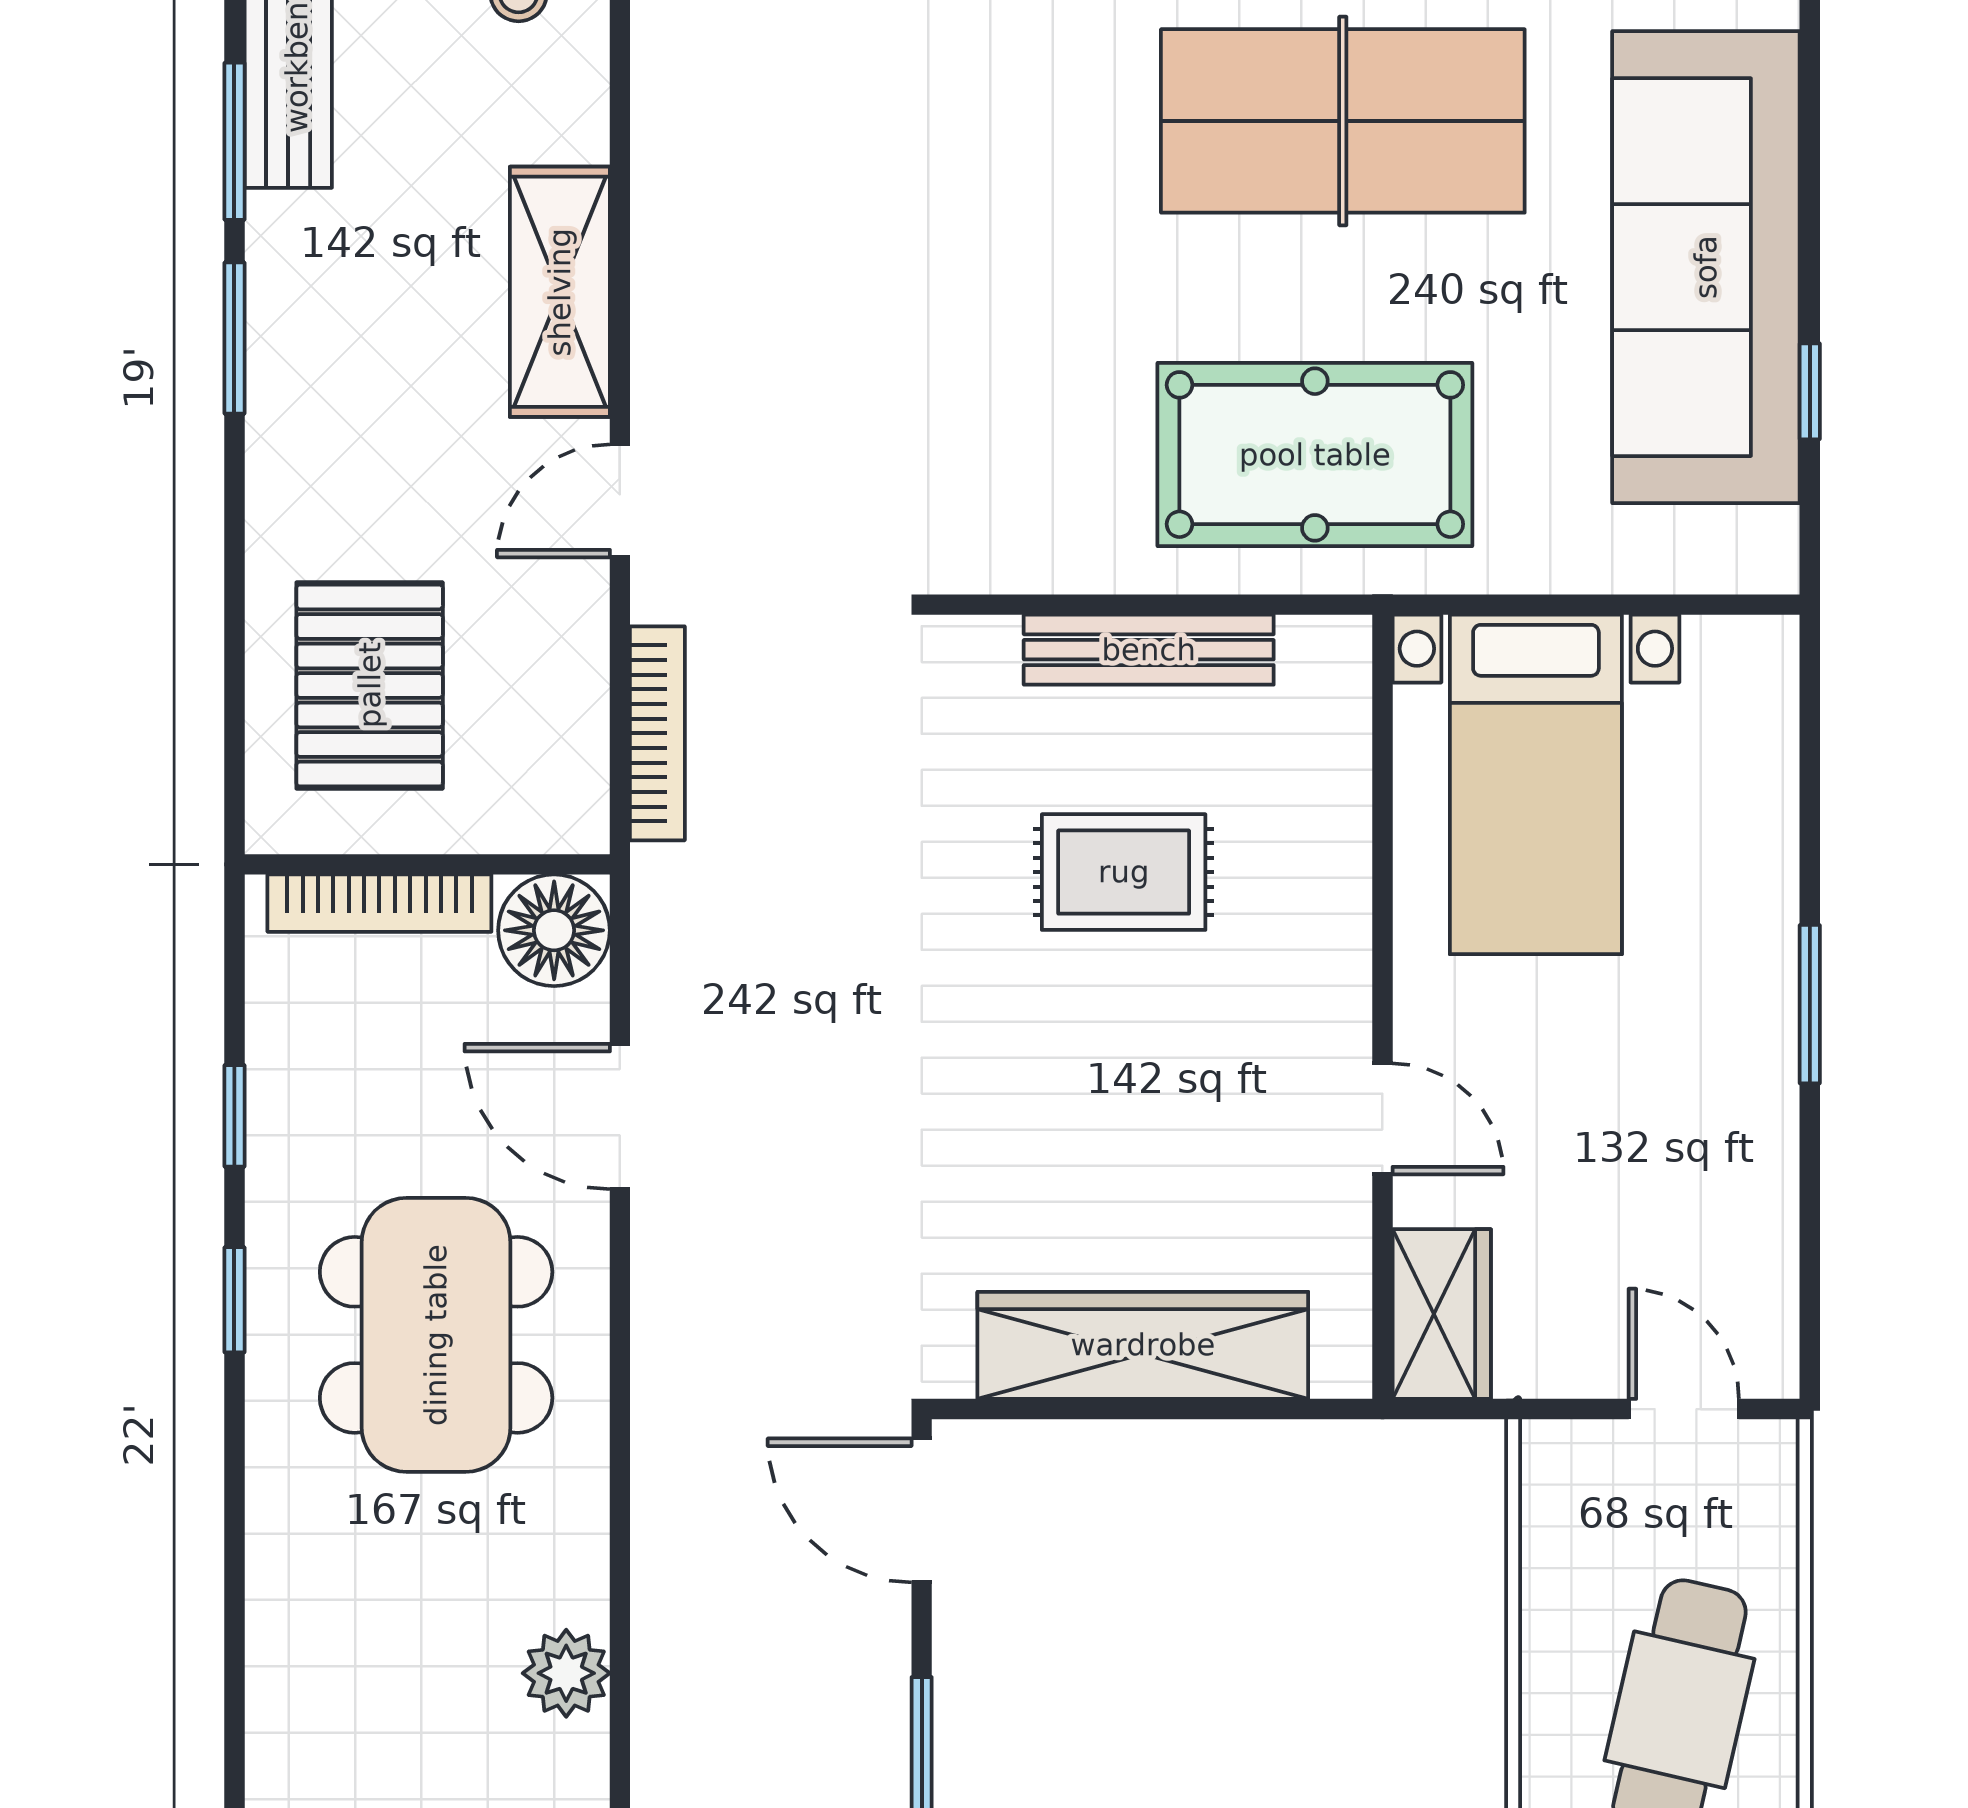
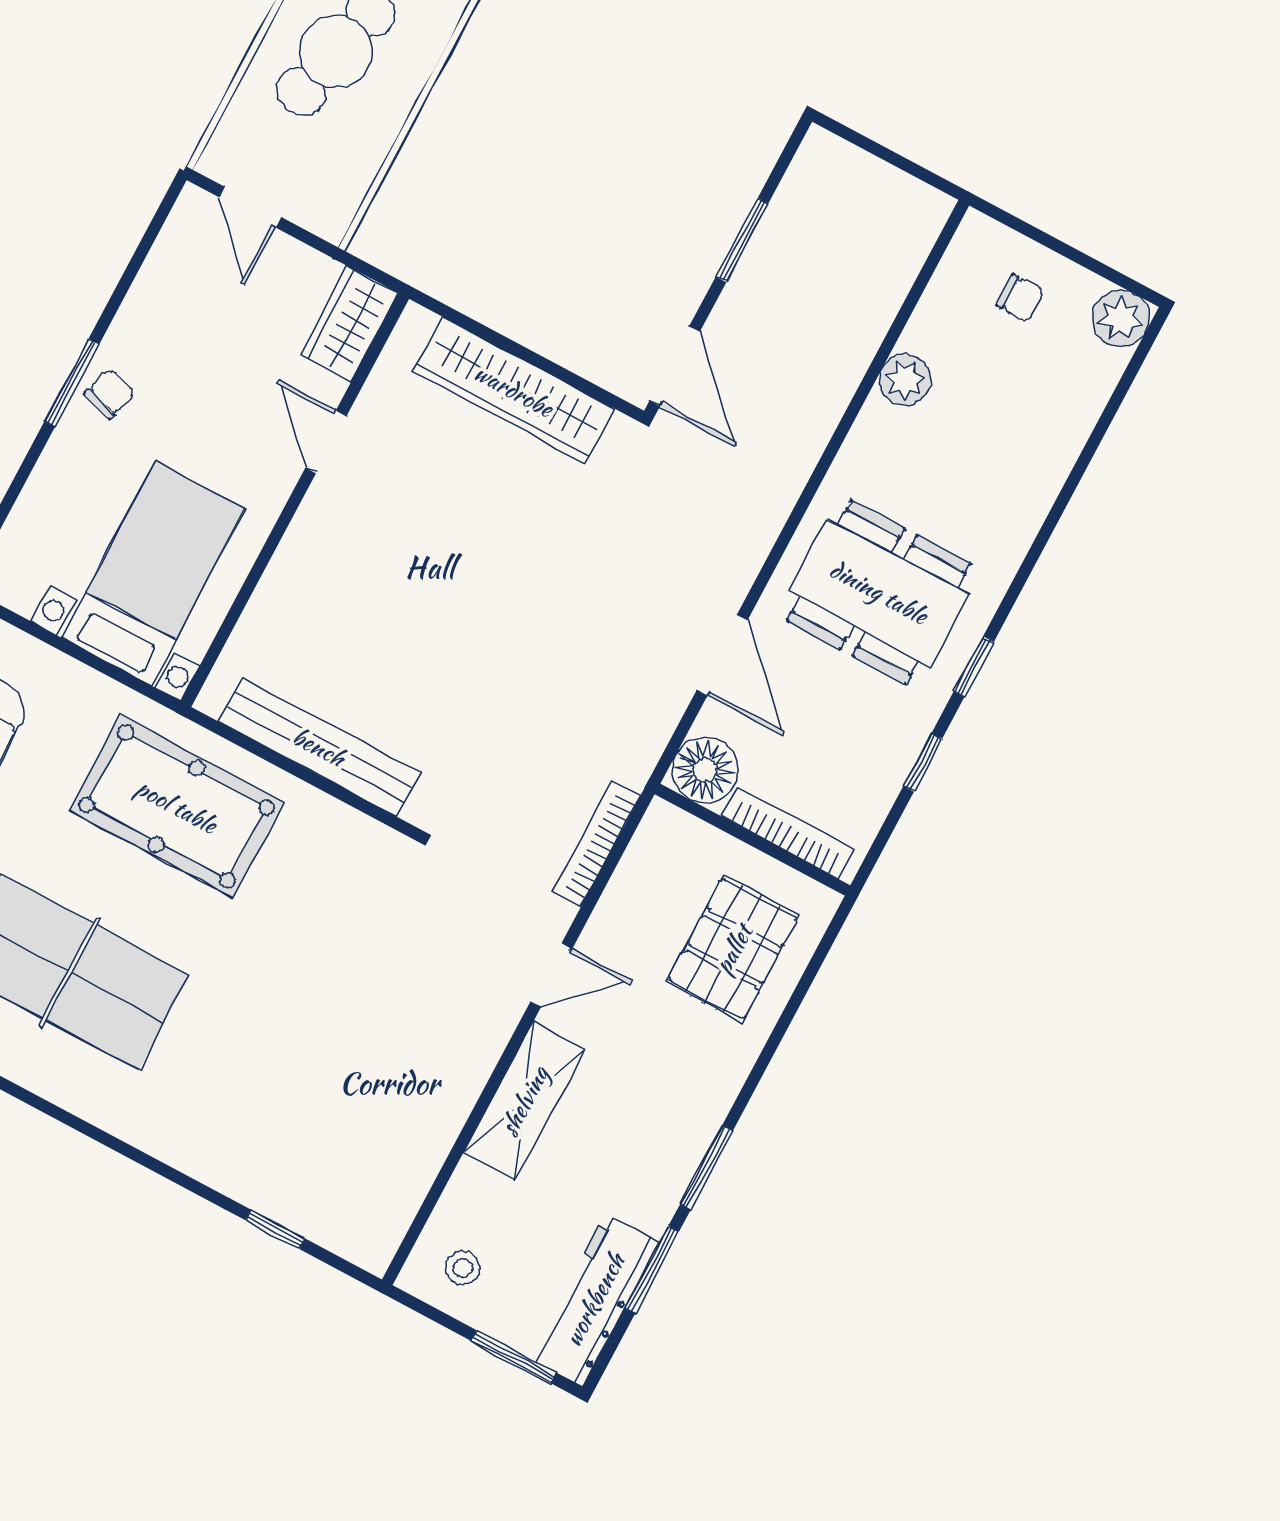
bench: (1149, 650) -> (319, 747), width x1.37, depth x1.21
rug: (1124, 872) -> (392, 642), removed
chair: (1744, 1018) -> (110, 394), added
dining table: (436, 1335) -> (879, 592), turned 90

